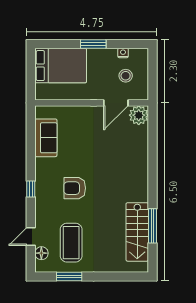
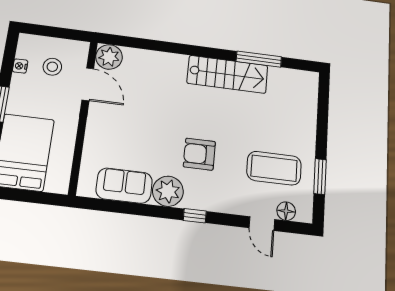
plant: (46, 169) -> (168, 191), added
armchair: (75, 188) -> (199, 154), turned 90
stairs: (137, 232) -> (228, 74), moved

